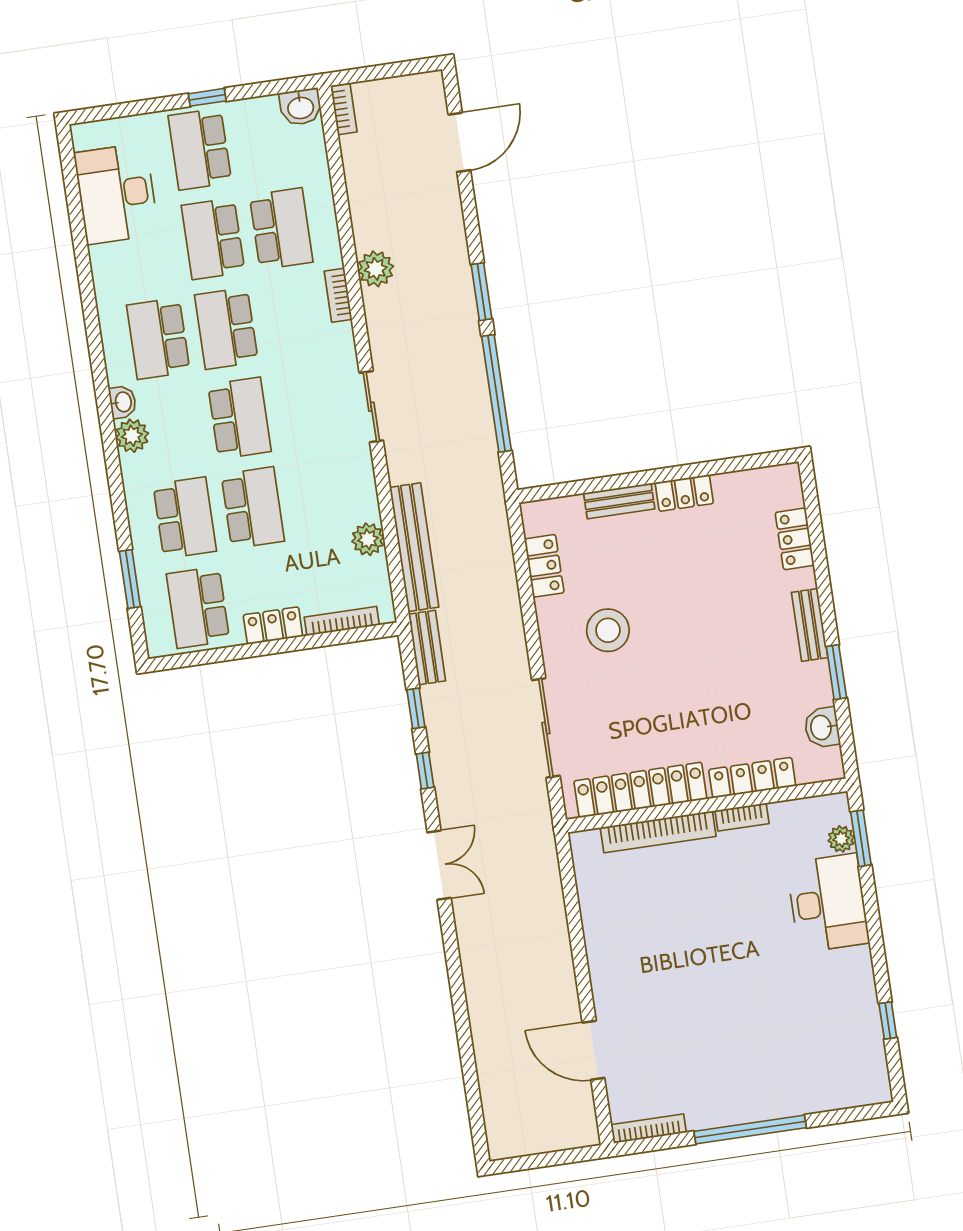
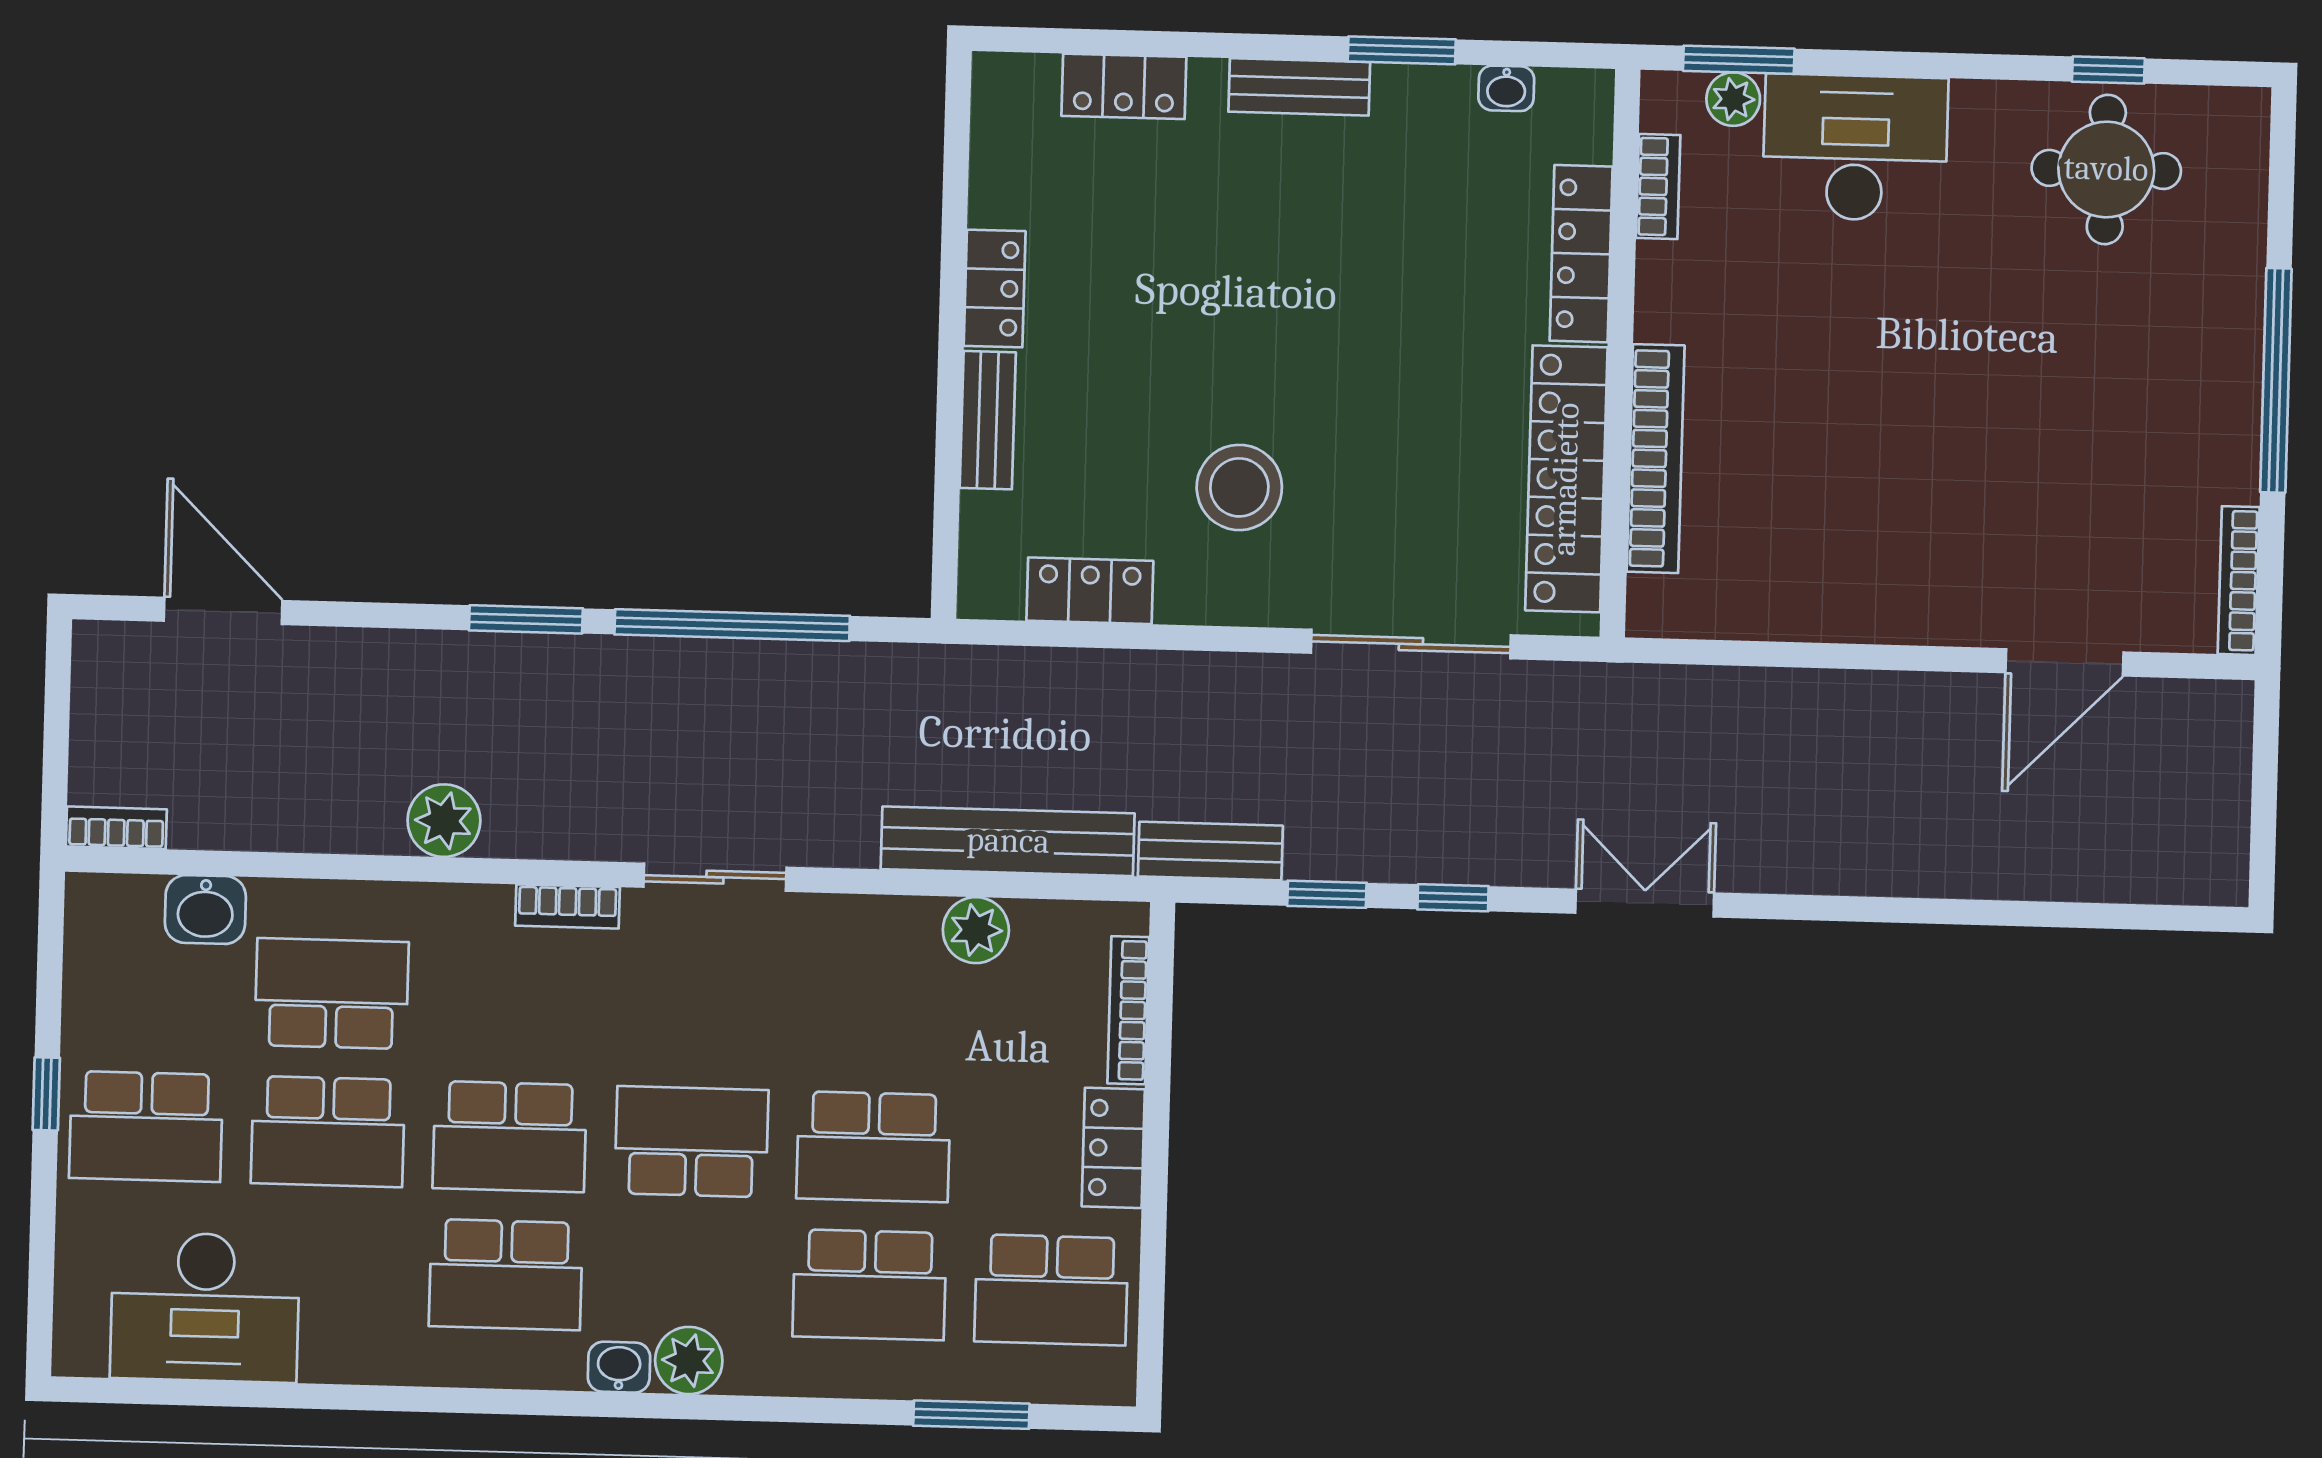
washbasin: (301, 107) -> (205, 910), moved, turned 90
bookcase: (338, 295) -> (568, 906), moved
school desk: (253, 508) -> (873, 1147), turned 180
school desk: (185, 518) -> (869, 1285), turned 180
washbasin: (822, 727) -> (1506, 88), width x0.72, depth x0.69
bookcase: (742, 817) -> (1658, 187), moved
round table: (839, 1028) -> (2106, 169), added

